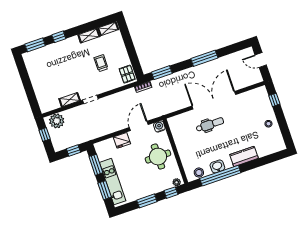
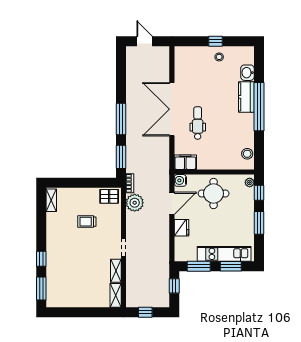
shelving: (89, 36) -> (116, 295), moved
window: (204, 58) -> (121, 119), moved
door: (261, 60) -> (145, 41), swing flipped
window: (274, 100) -> (216, 41), moved
plant: (57, 121) -> (135, 203), moved
filing cabinet: (175, 125) -> (185, 162), added
door: (139, 126) -> (172, 203), swing flipped
washbasin: (217, 166) -> (247, 73), moved
window: (220, 176) -> (259, 107), moved

